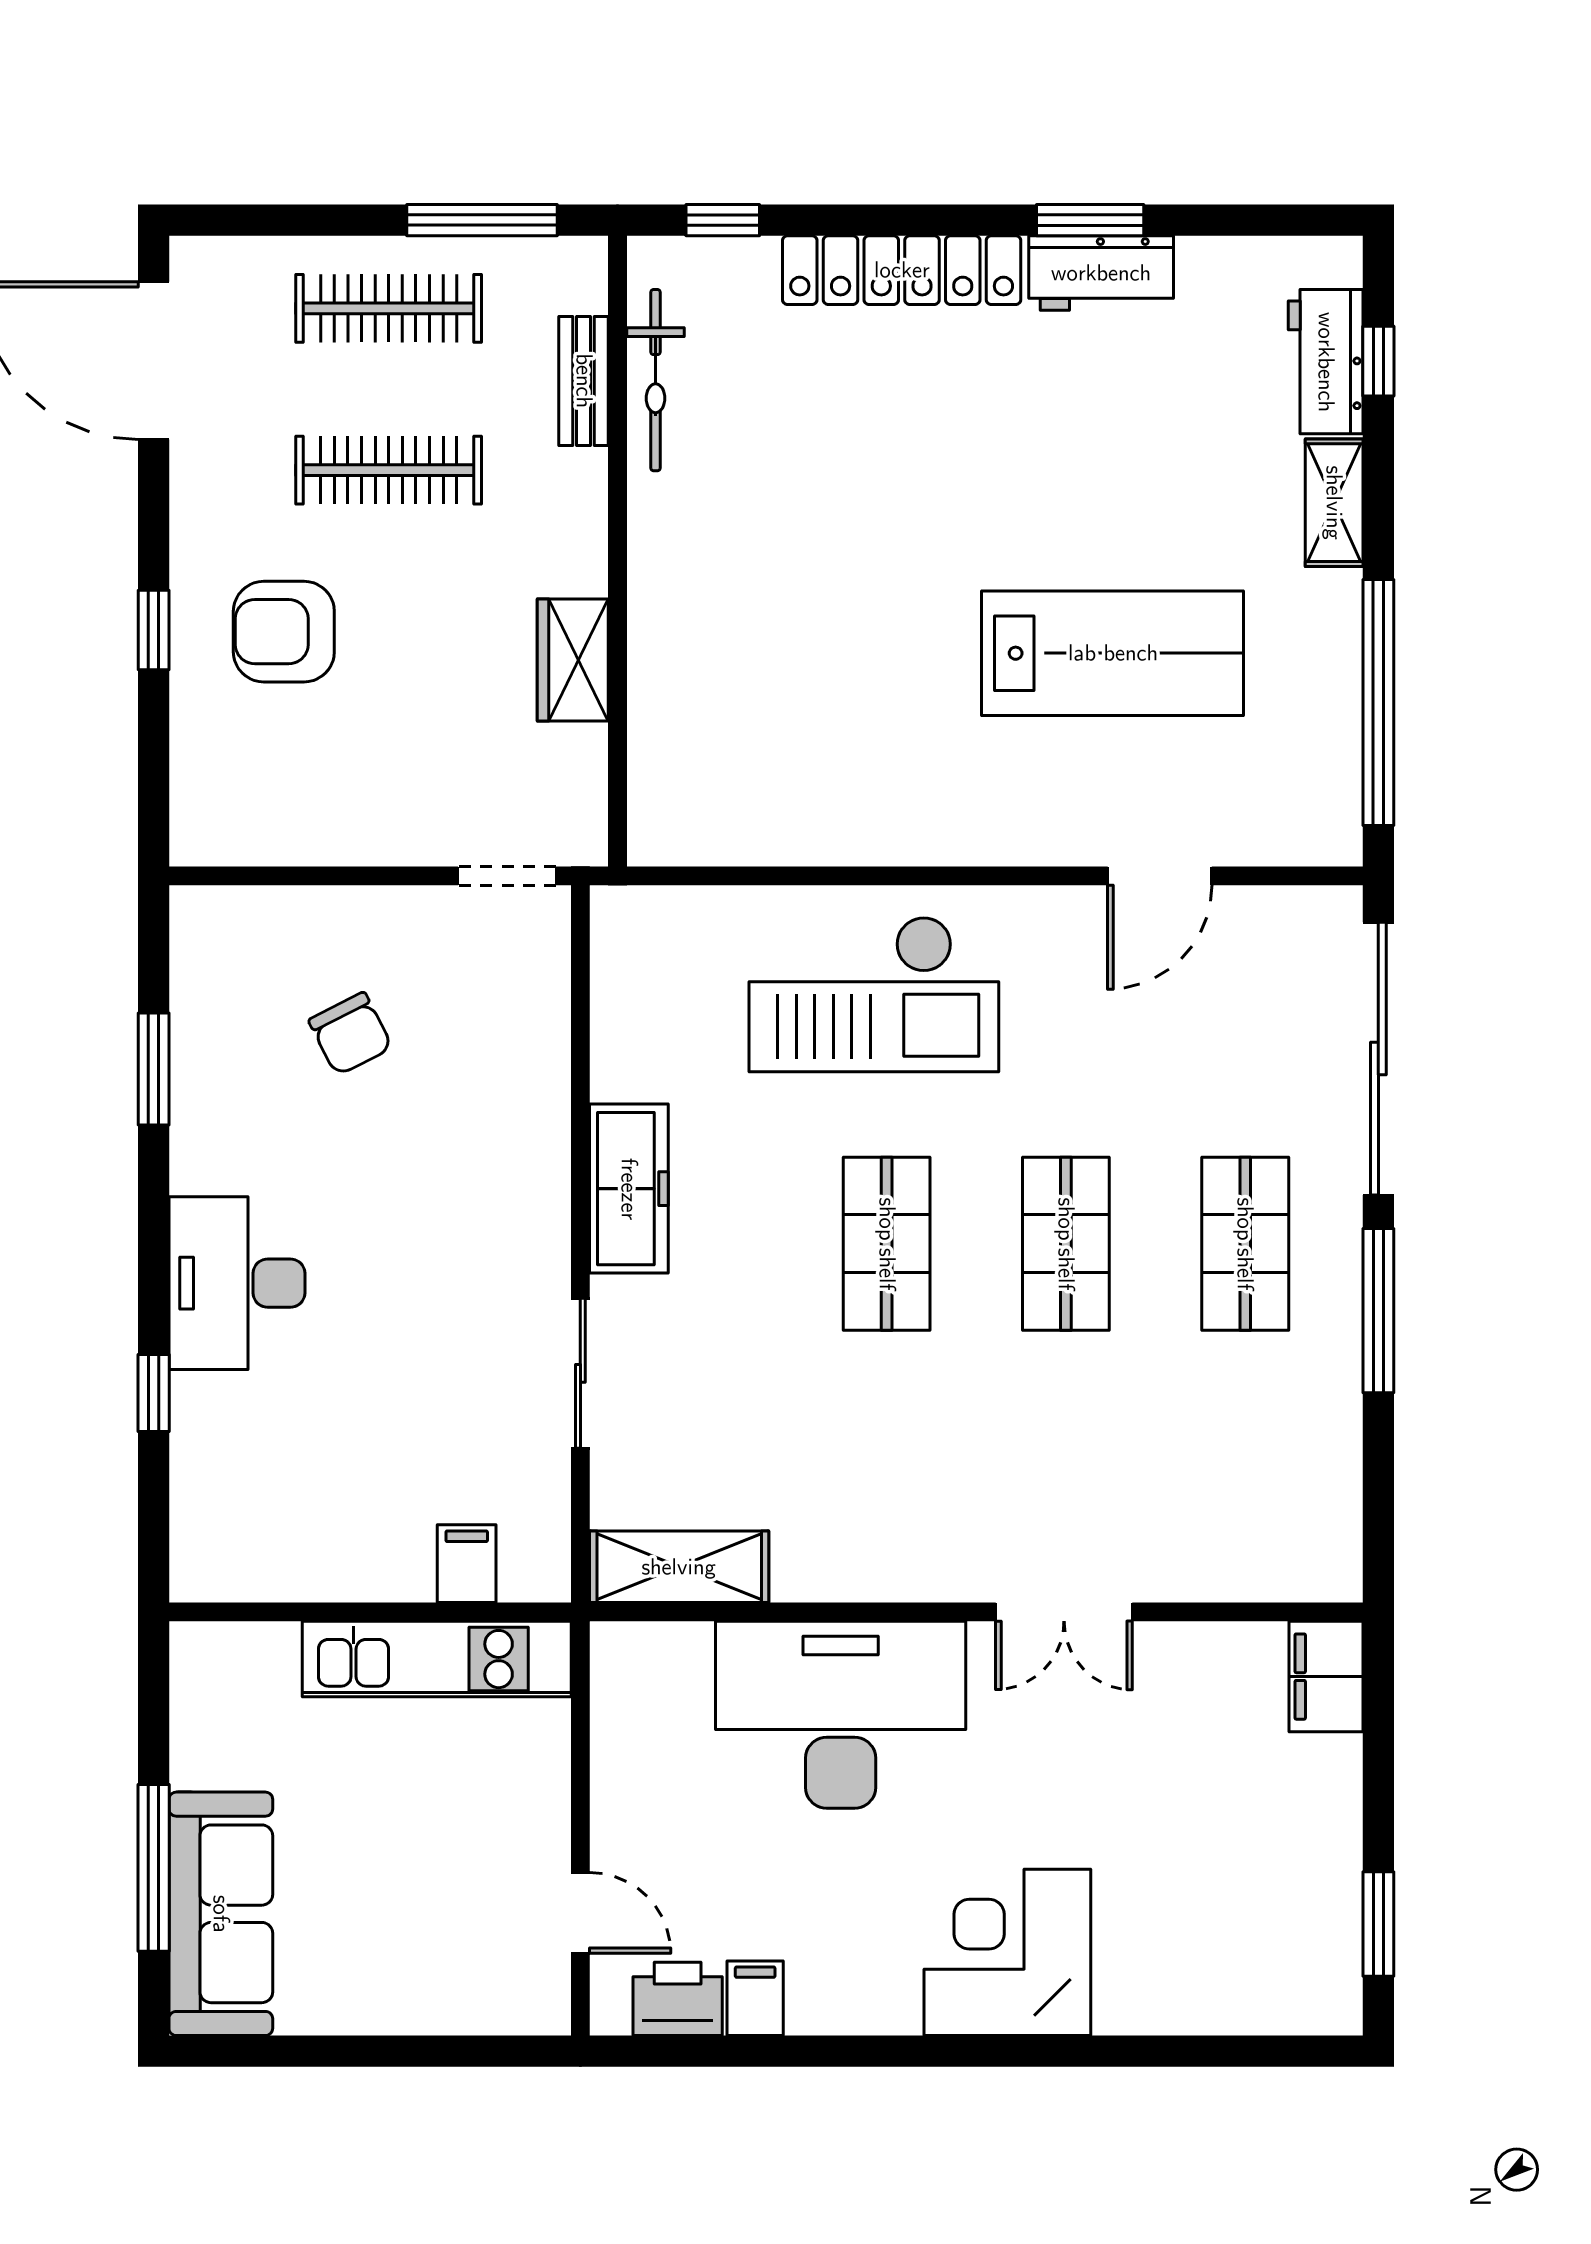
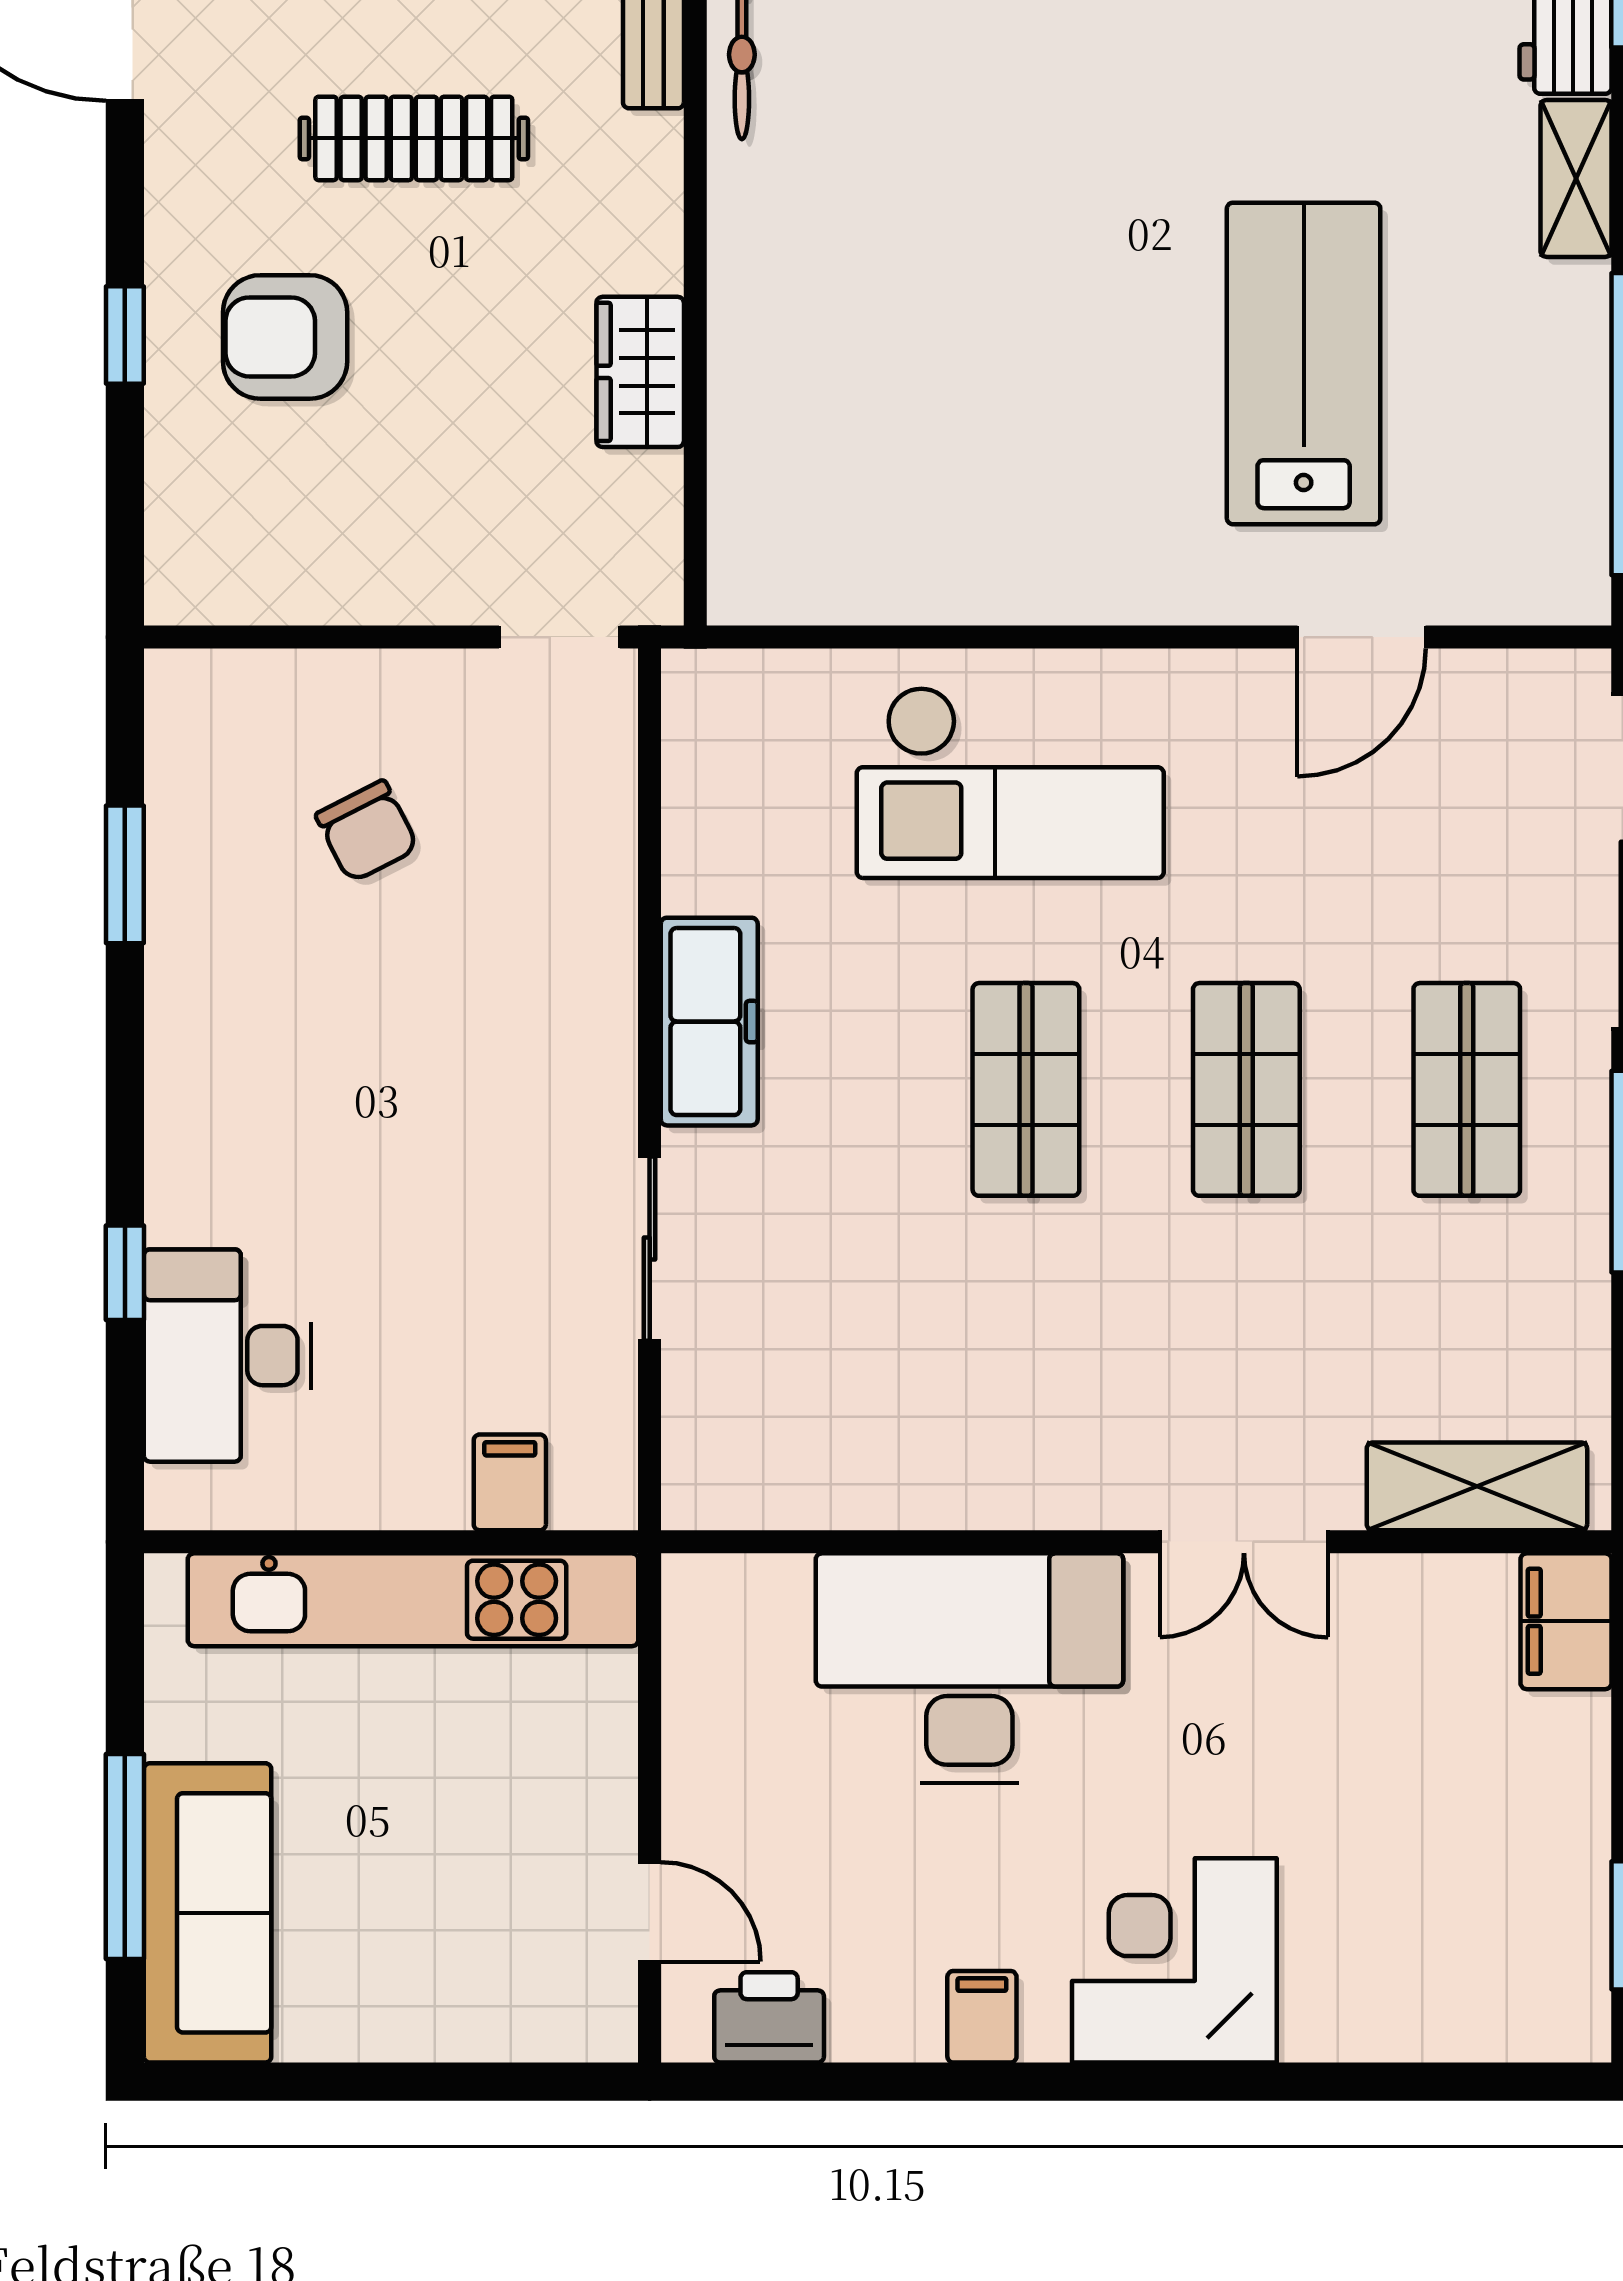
lab bench: (1113, 653) -> (1304, 363), turned -90
desk: (237, 1283) -> (227, 1356), moved
shelving: (679, 1567) -> (1477, 1486), moved
kitchen unit: (437, 1659) -> (413, 1600), width x1.36
filing cabinet: (755, 1998) -> (982, 2017), moved

